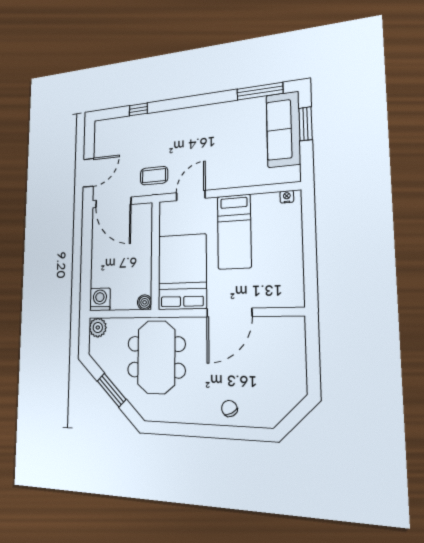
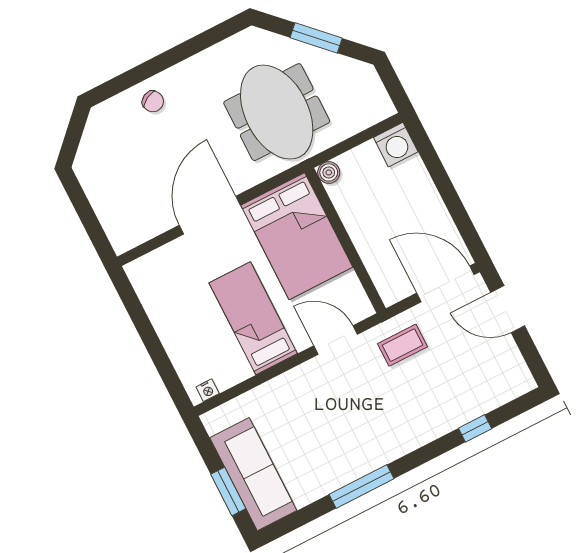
window: (260, 91) -> (361, 486), moved
door: (89, 173) -> (508, 309), hinge flipped
door: (191, 195) -> (336, 340), swing flipped
plant: (98, 327) -> (379, 107), removed

